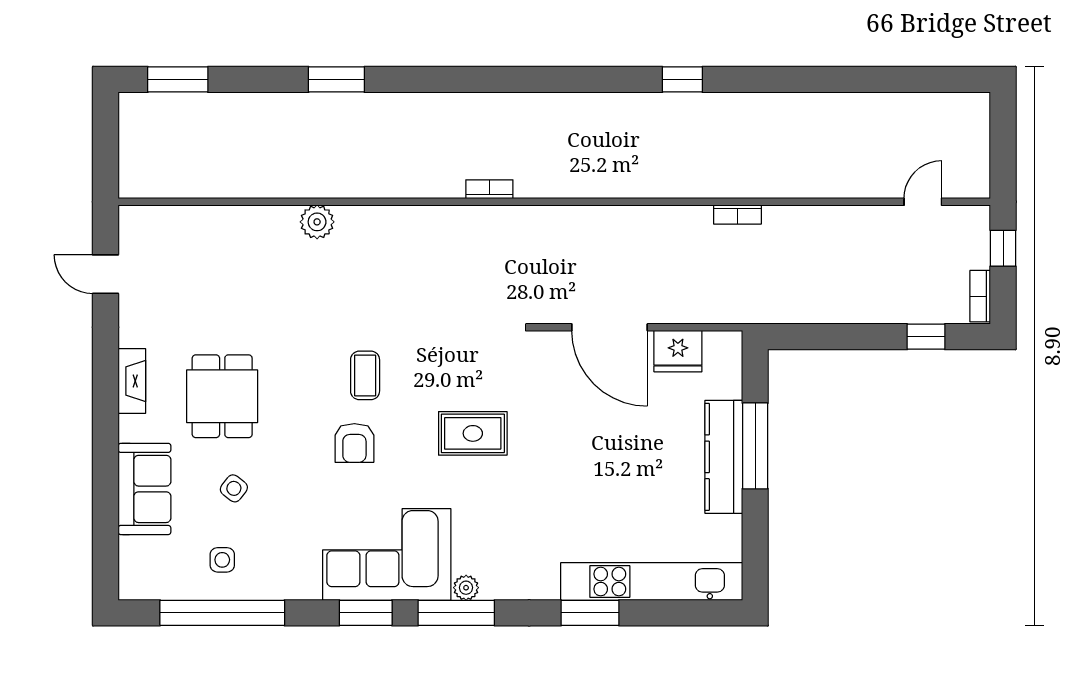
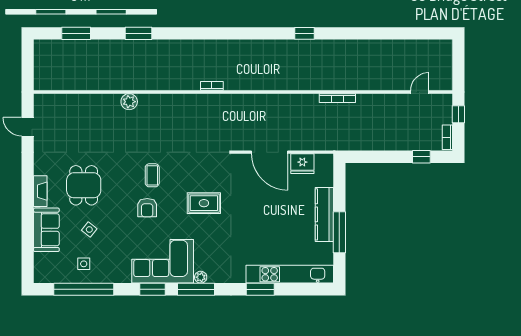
window: (178, 79) -> (76, 33), moved
bookcase: (737, 214) -> (337, 98), width x1.56
fireplace: (132, 381) -> (40, 191), moved
window: (755, 446) -> (339, 232), moved

